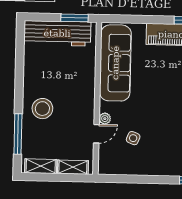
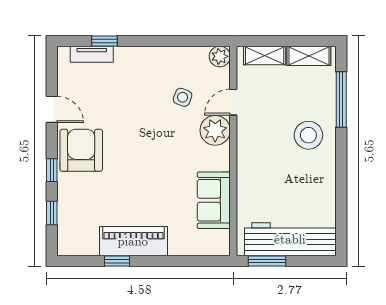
sofa: (115, 63) -> (214, 200), width x0.54, depth x0.79
plant: (105, 119) -> (215, 130), width x1.88, depth x1.88
plant: (105, 167) -> (220, 56), added

